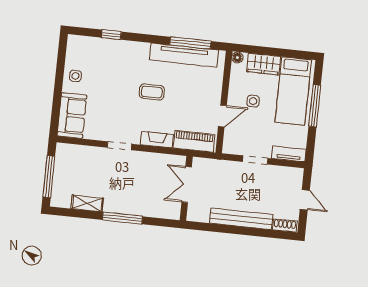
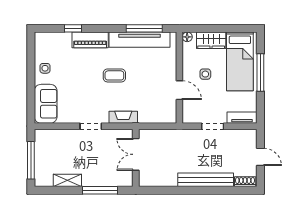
door: (222, 116) -> (179, 90), hinge flipped
piano: (194, 141) -> (90, 40), moved, turned 180
double door: (187, 184) -> (136, 154), moved
wall: (186, 188) -> (136, 158), moved

